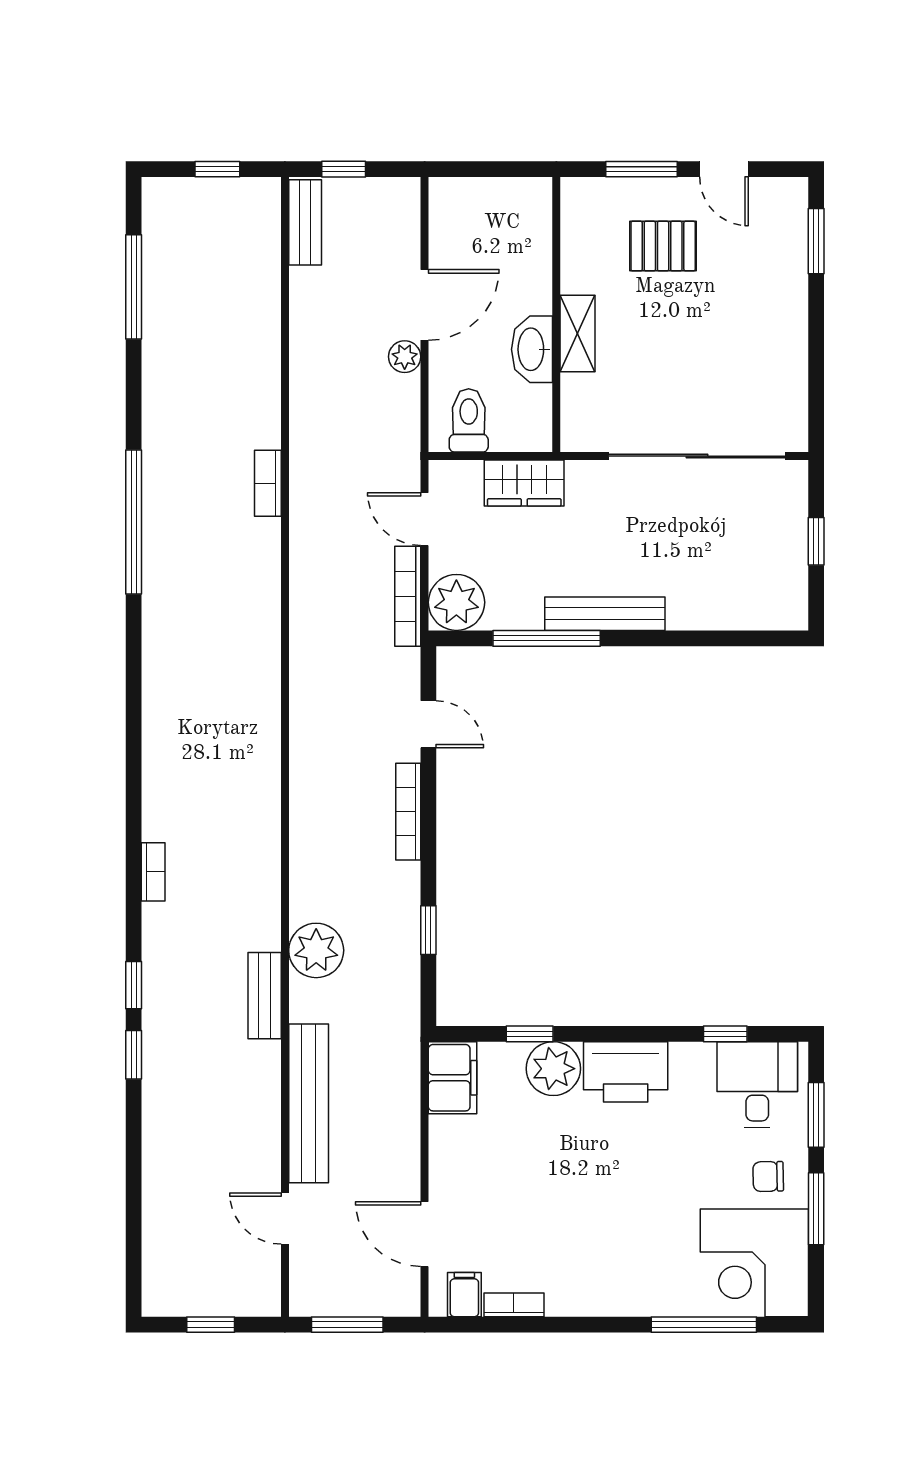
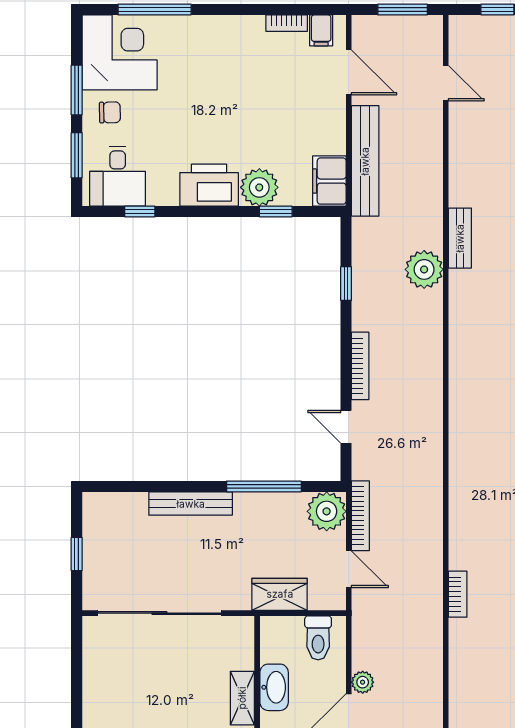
bench: (605, 614) -> (191, 504), moved
bench: (309, 1103) -> (365, 161), moved

